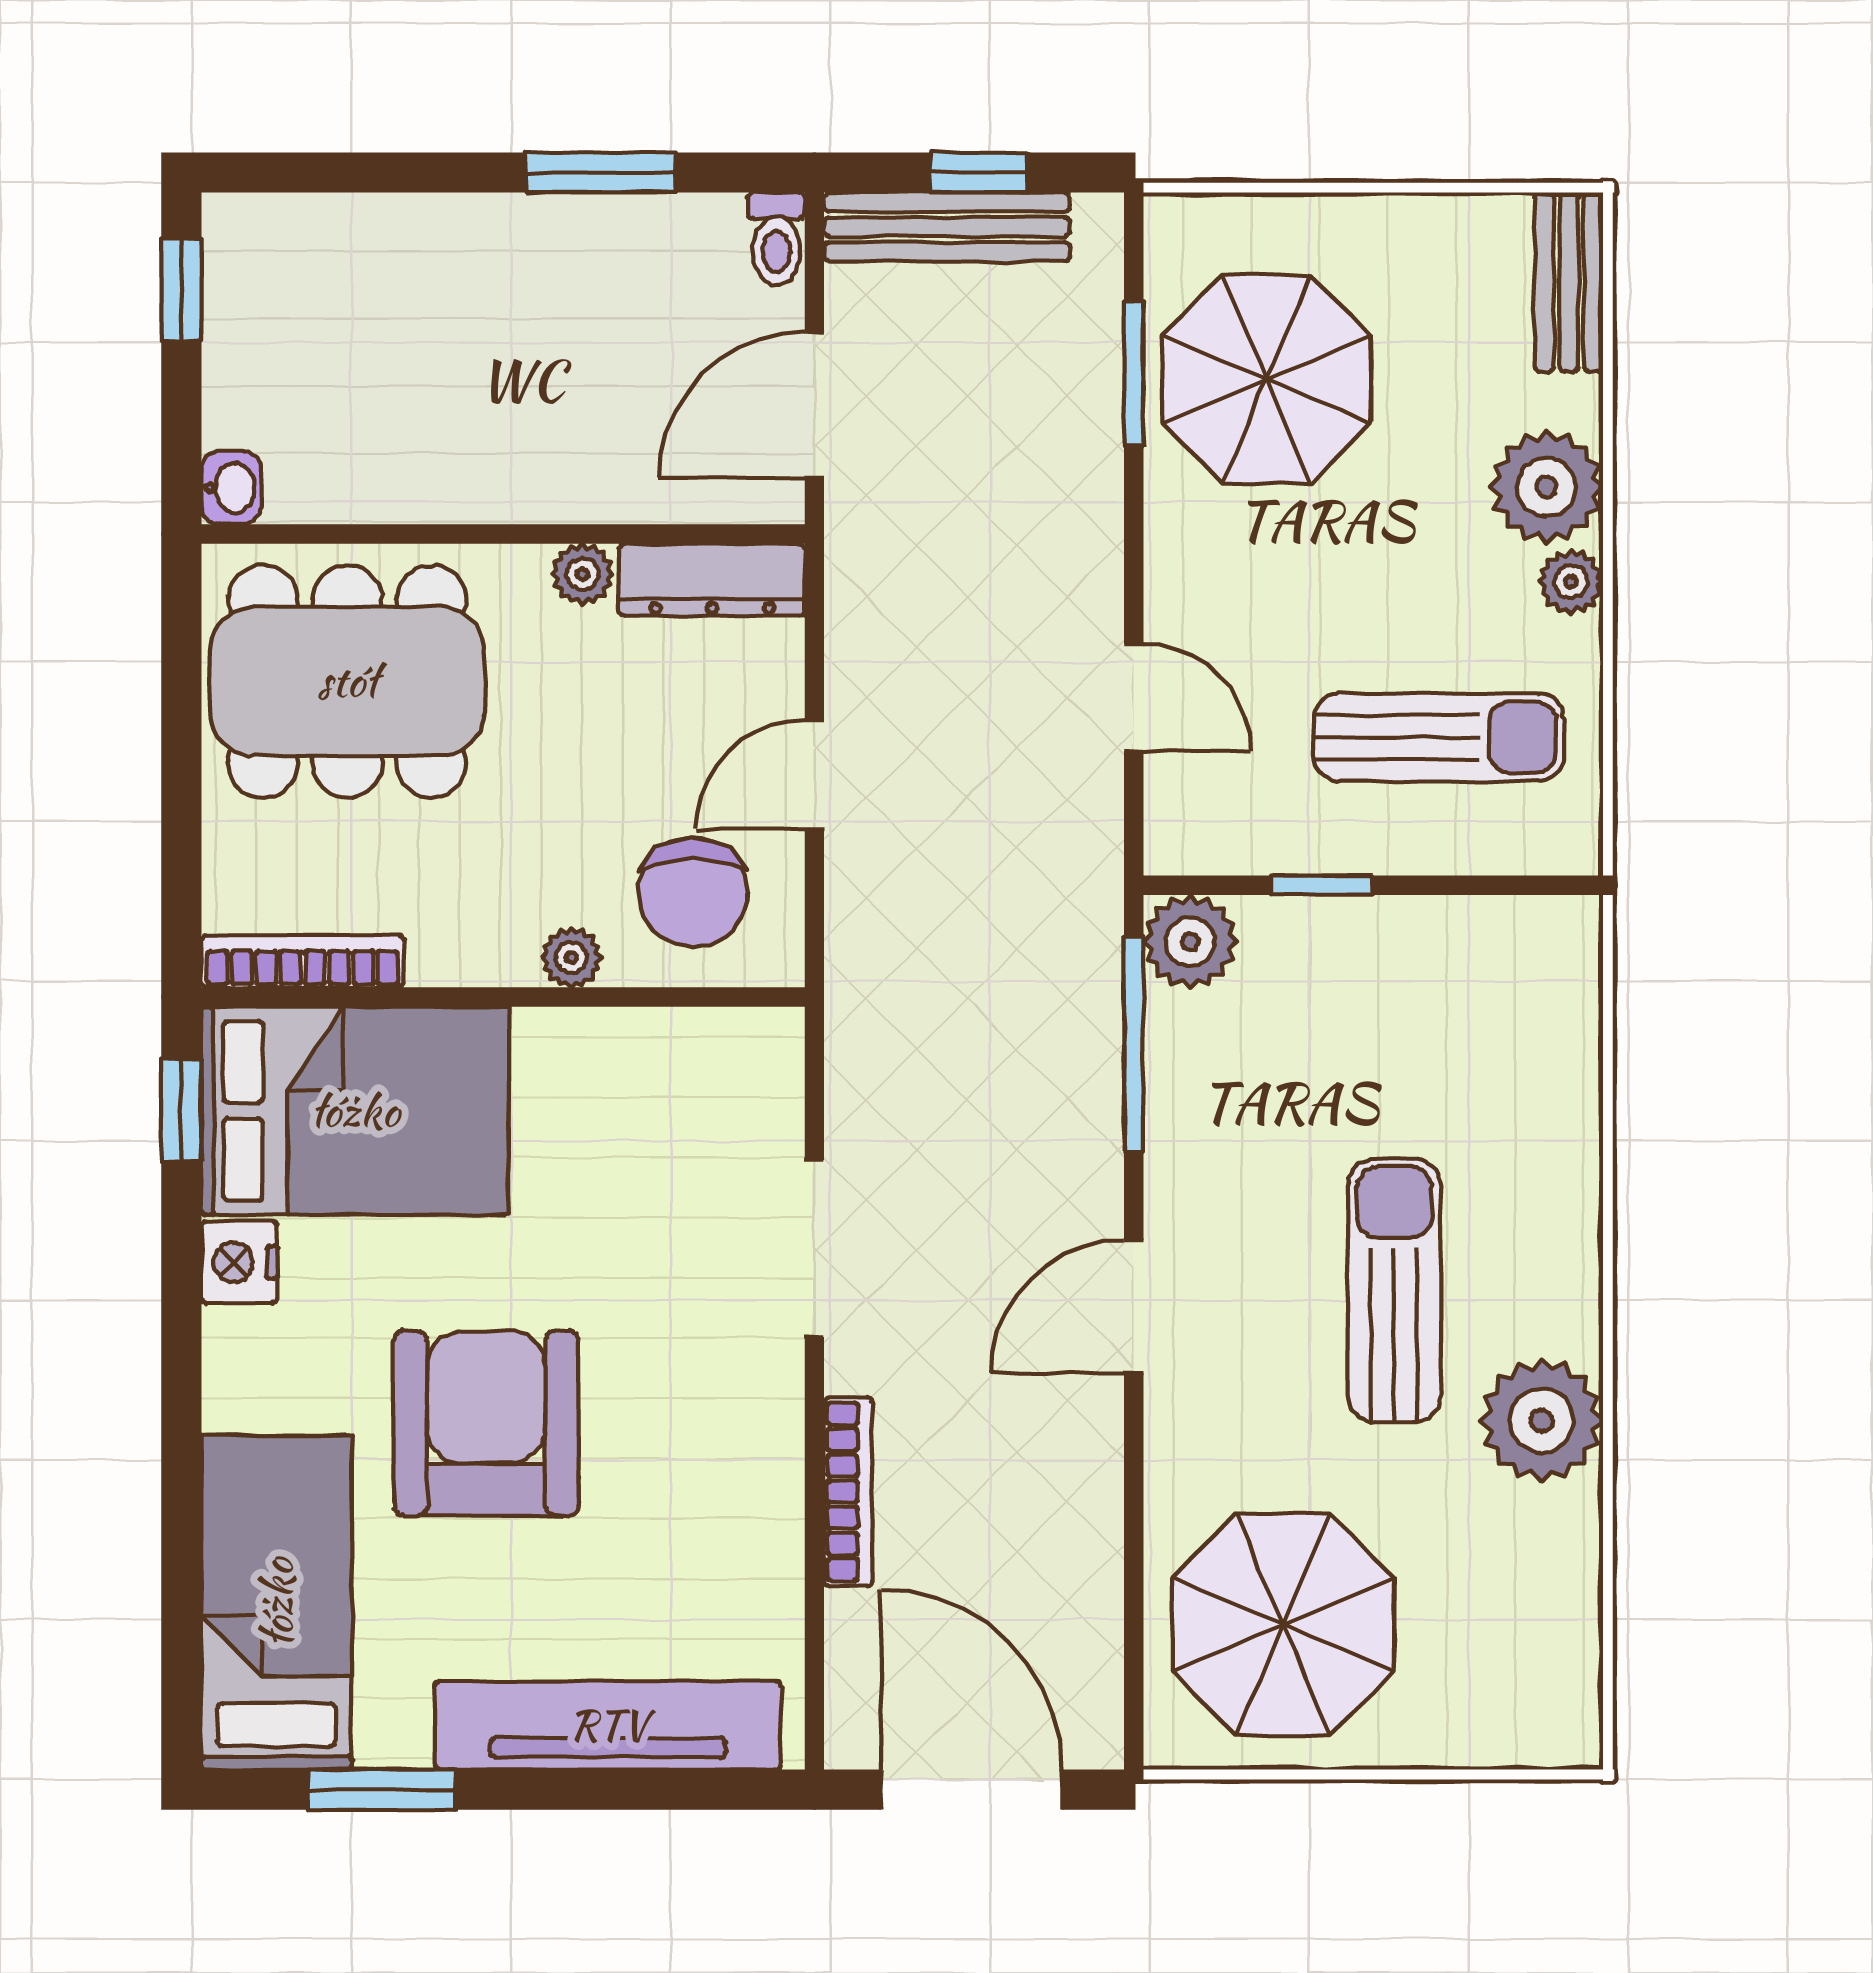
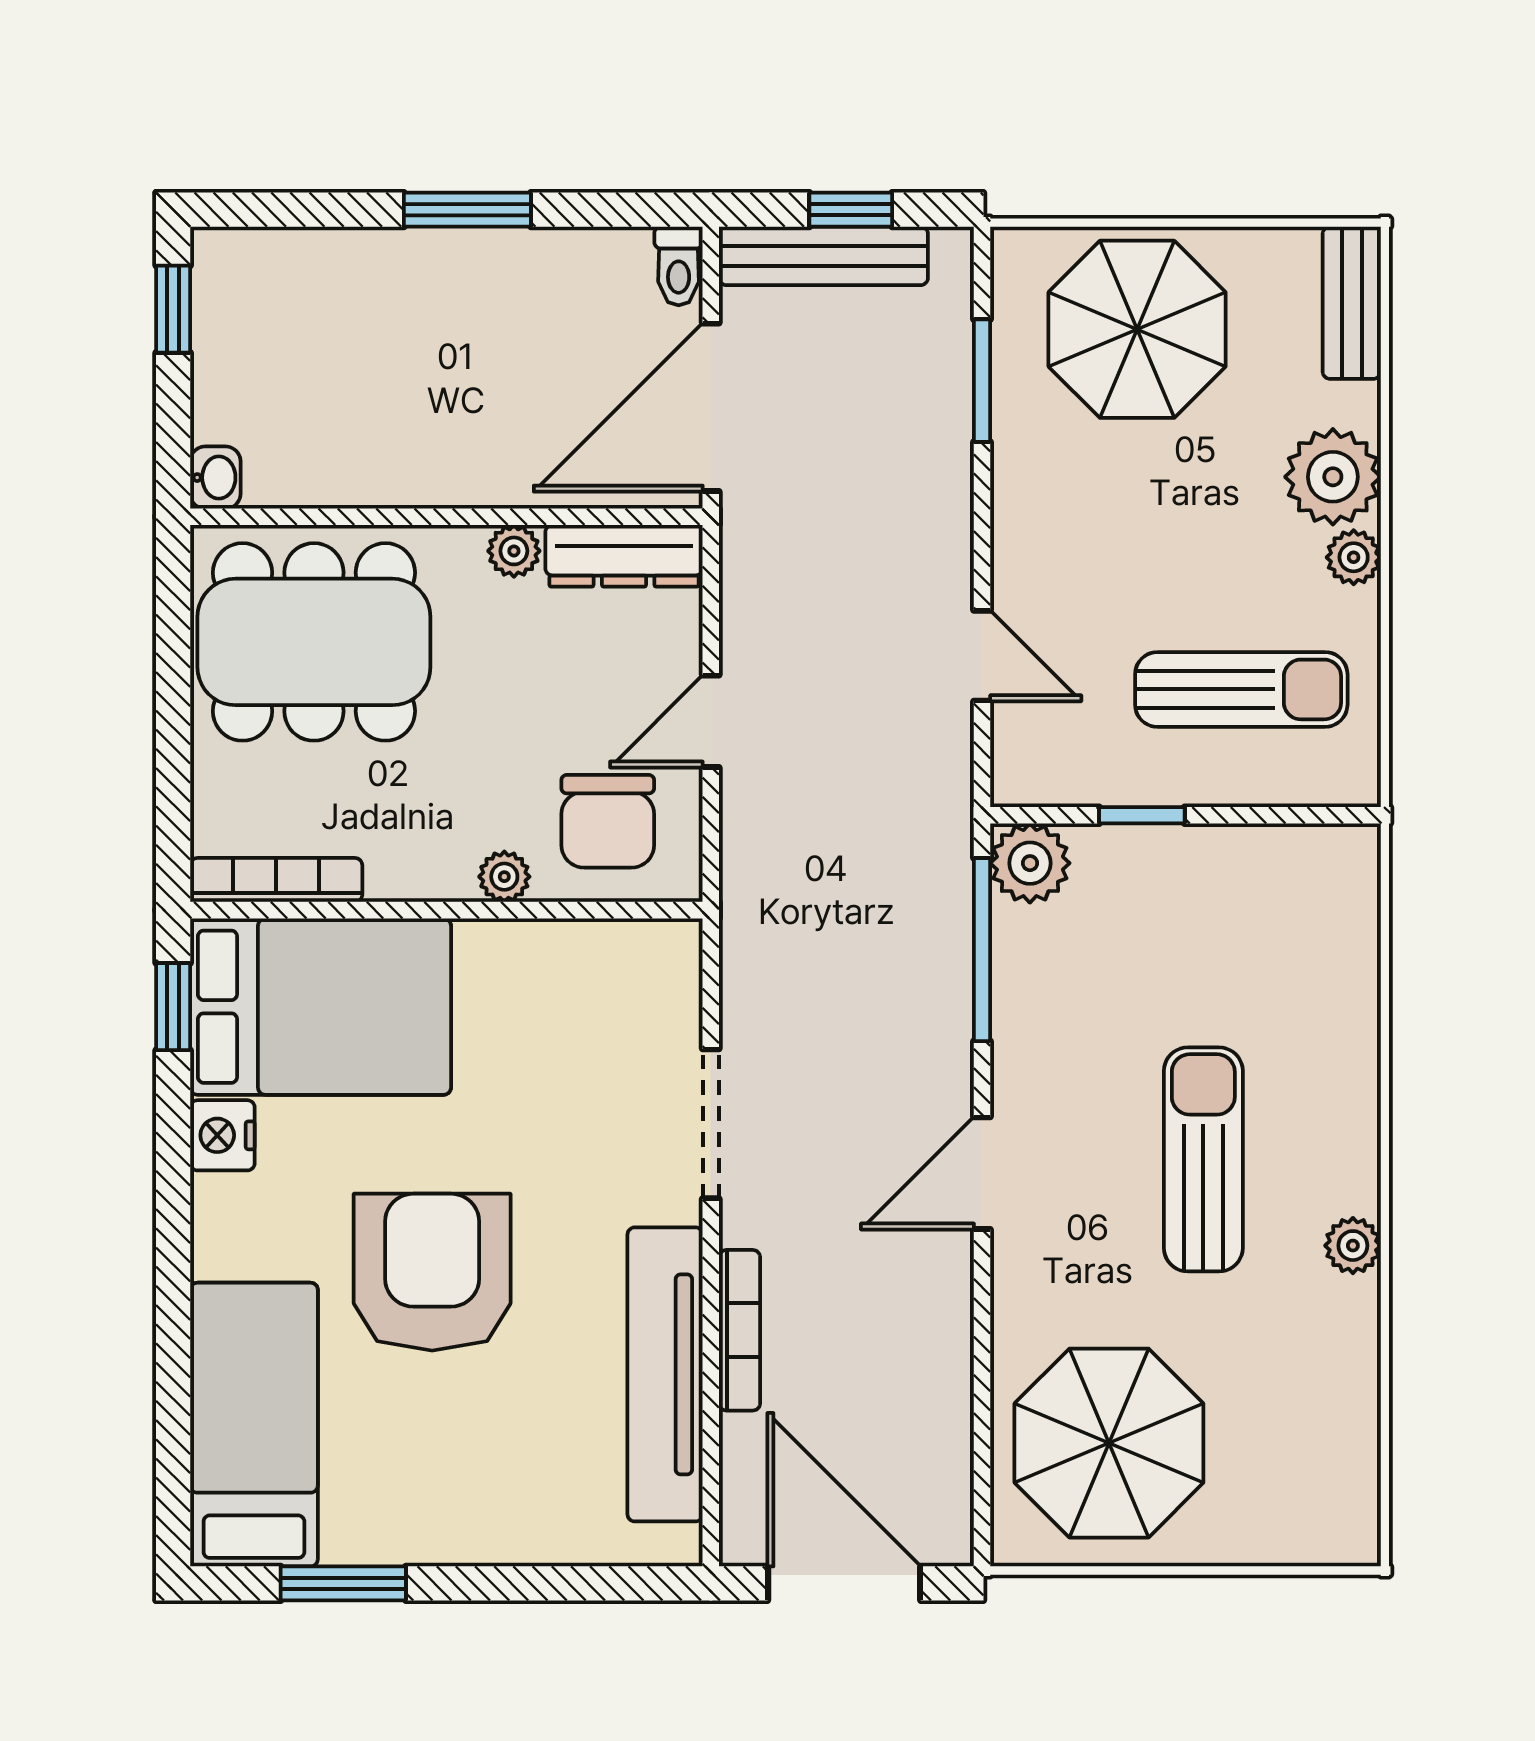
window: (601, 172) -> (467, 210), moved
parasol: (1267, 379) -> (1137, 329), moved
door: (814, 405) -> (711, 407), width x1.36
plant: (1541, 1421) -> (1353, 1246), width x0.53, depth x0.53
tv unit: (608, 1725) -> (665, 1374), moved, turned -90

